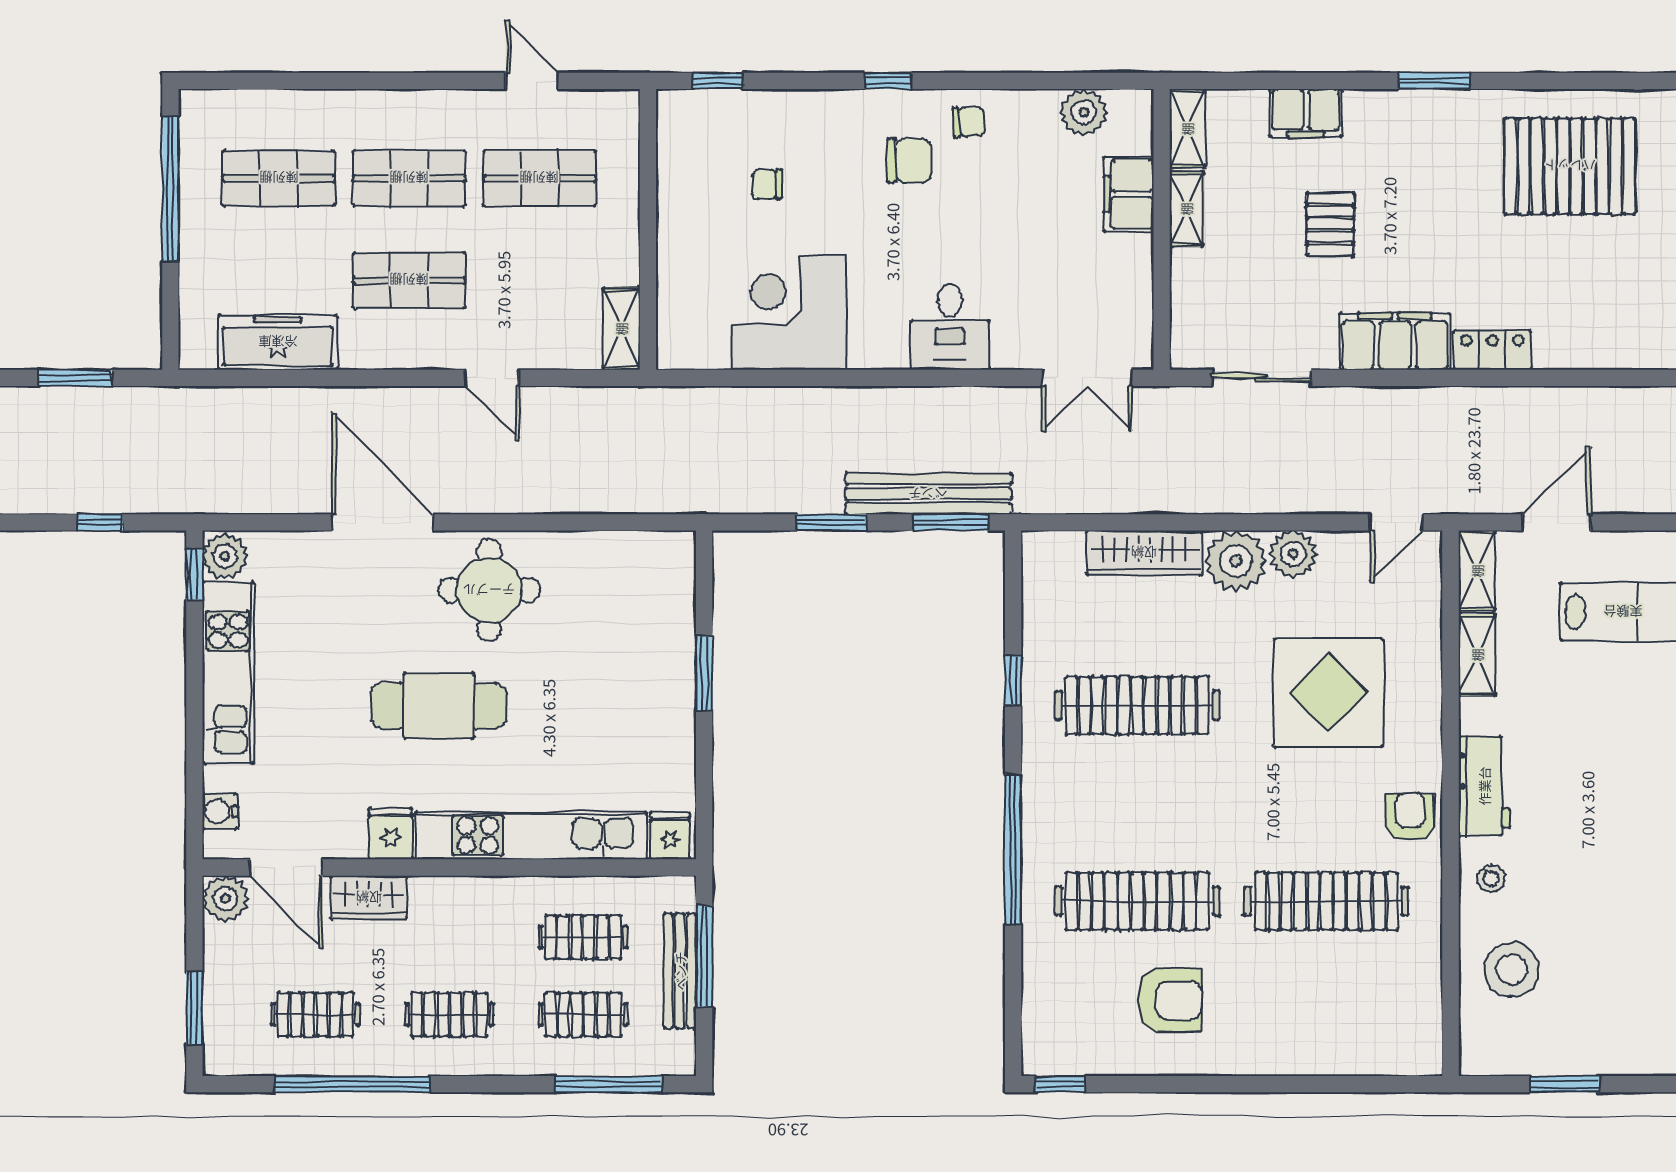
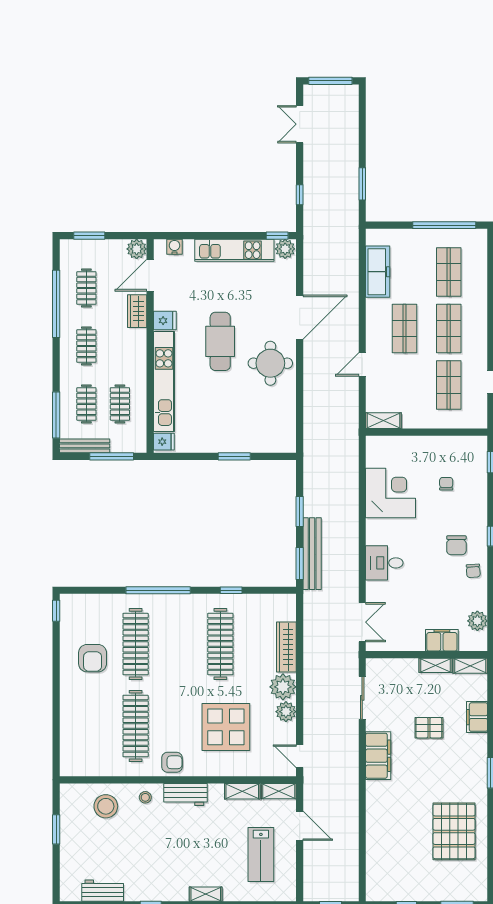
locker: (1492, 350) -> (374, 798), removed
double door: (1087, 378) -> (362, 622), swing flipped
bench: (680, 971) -> (85, 446), moved

